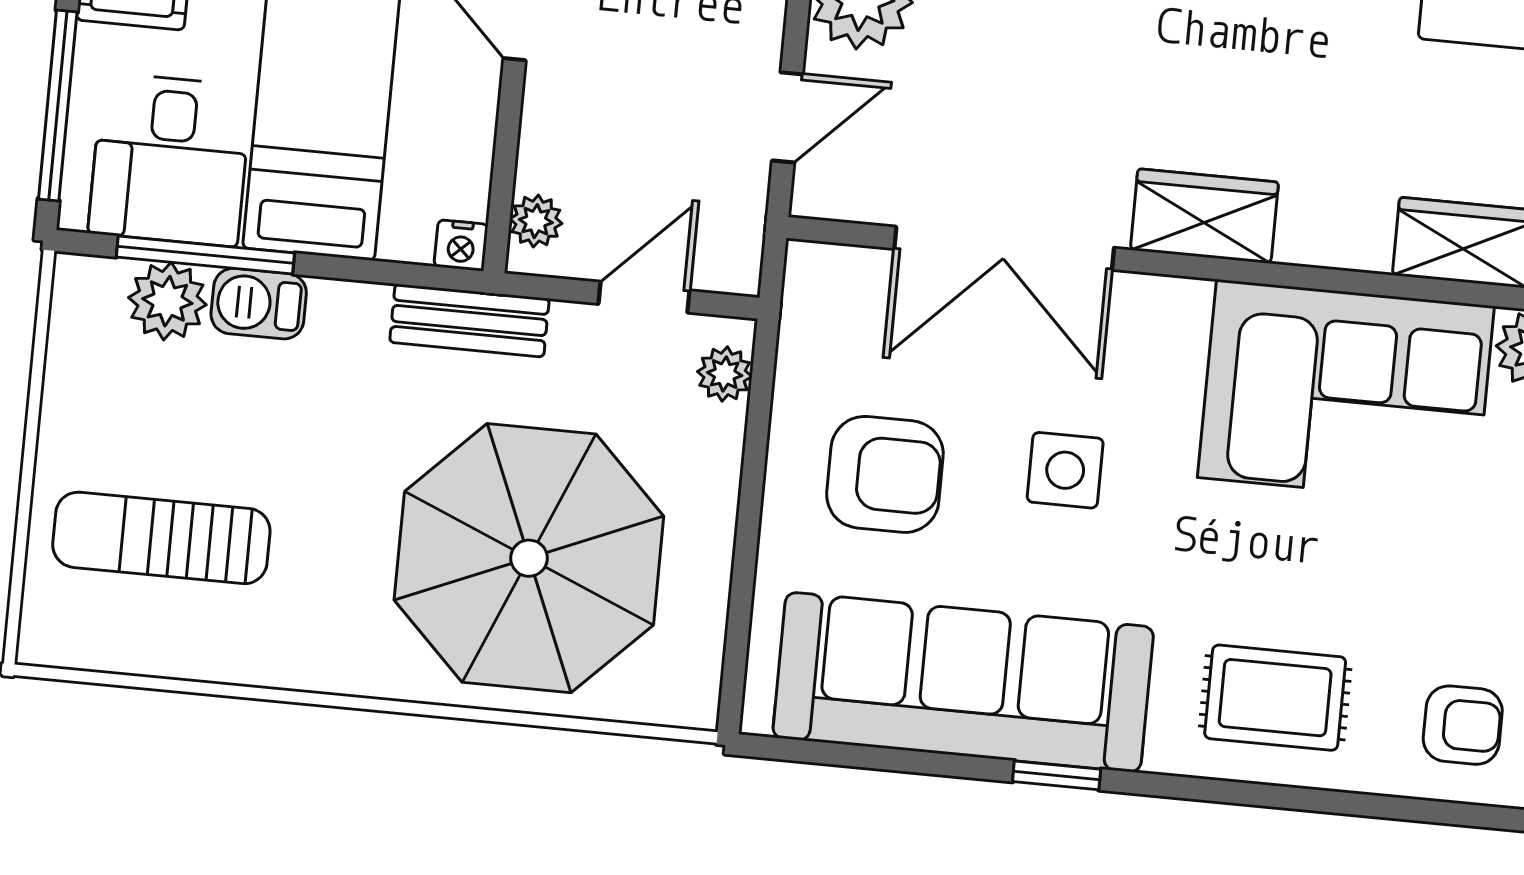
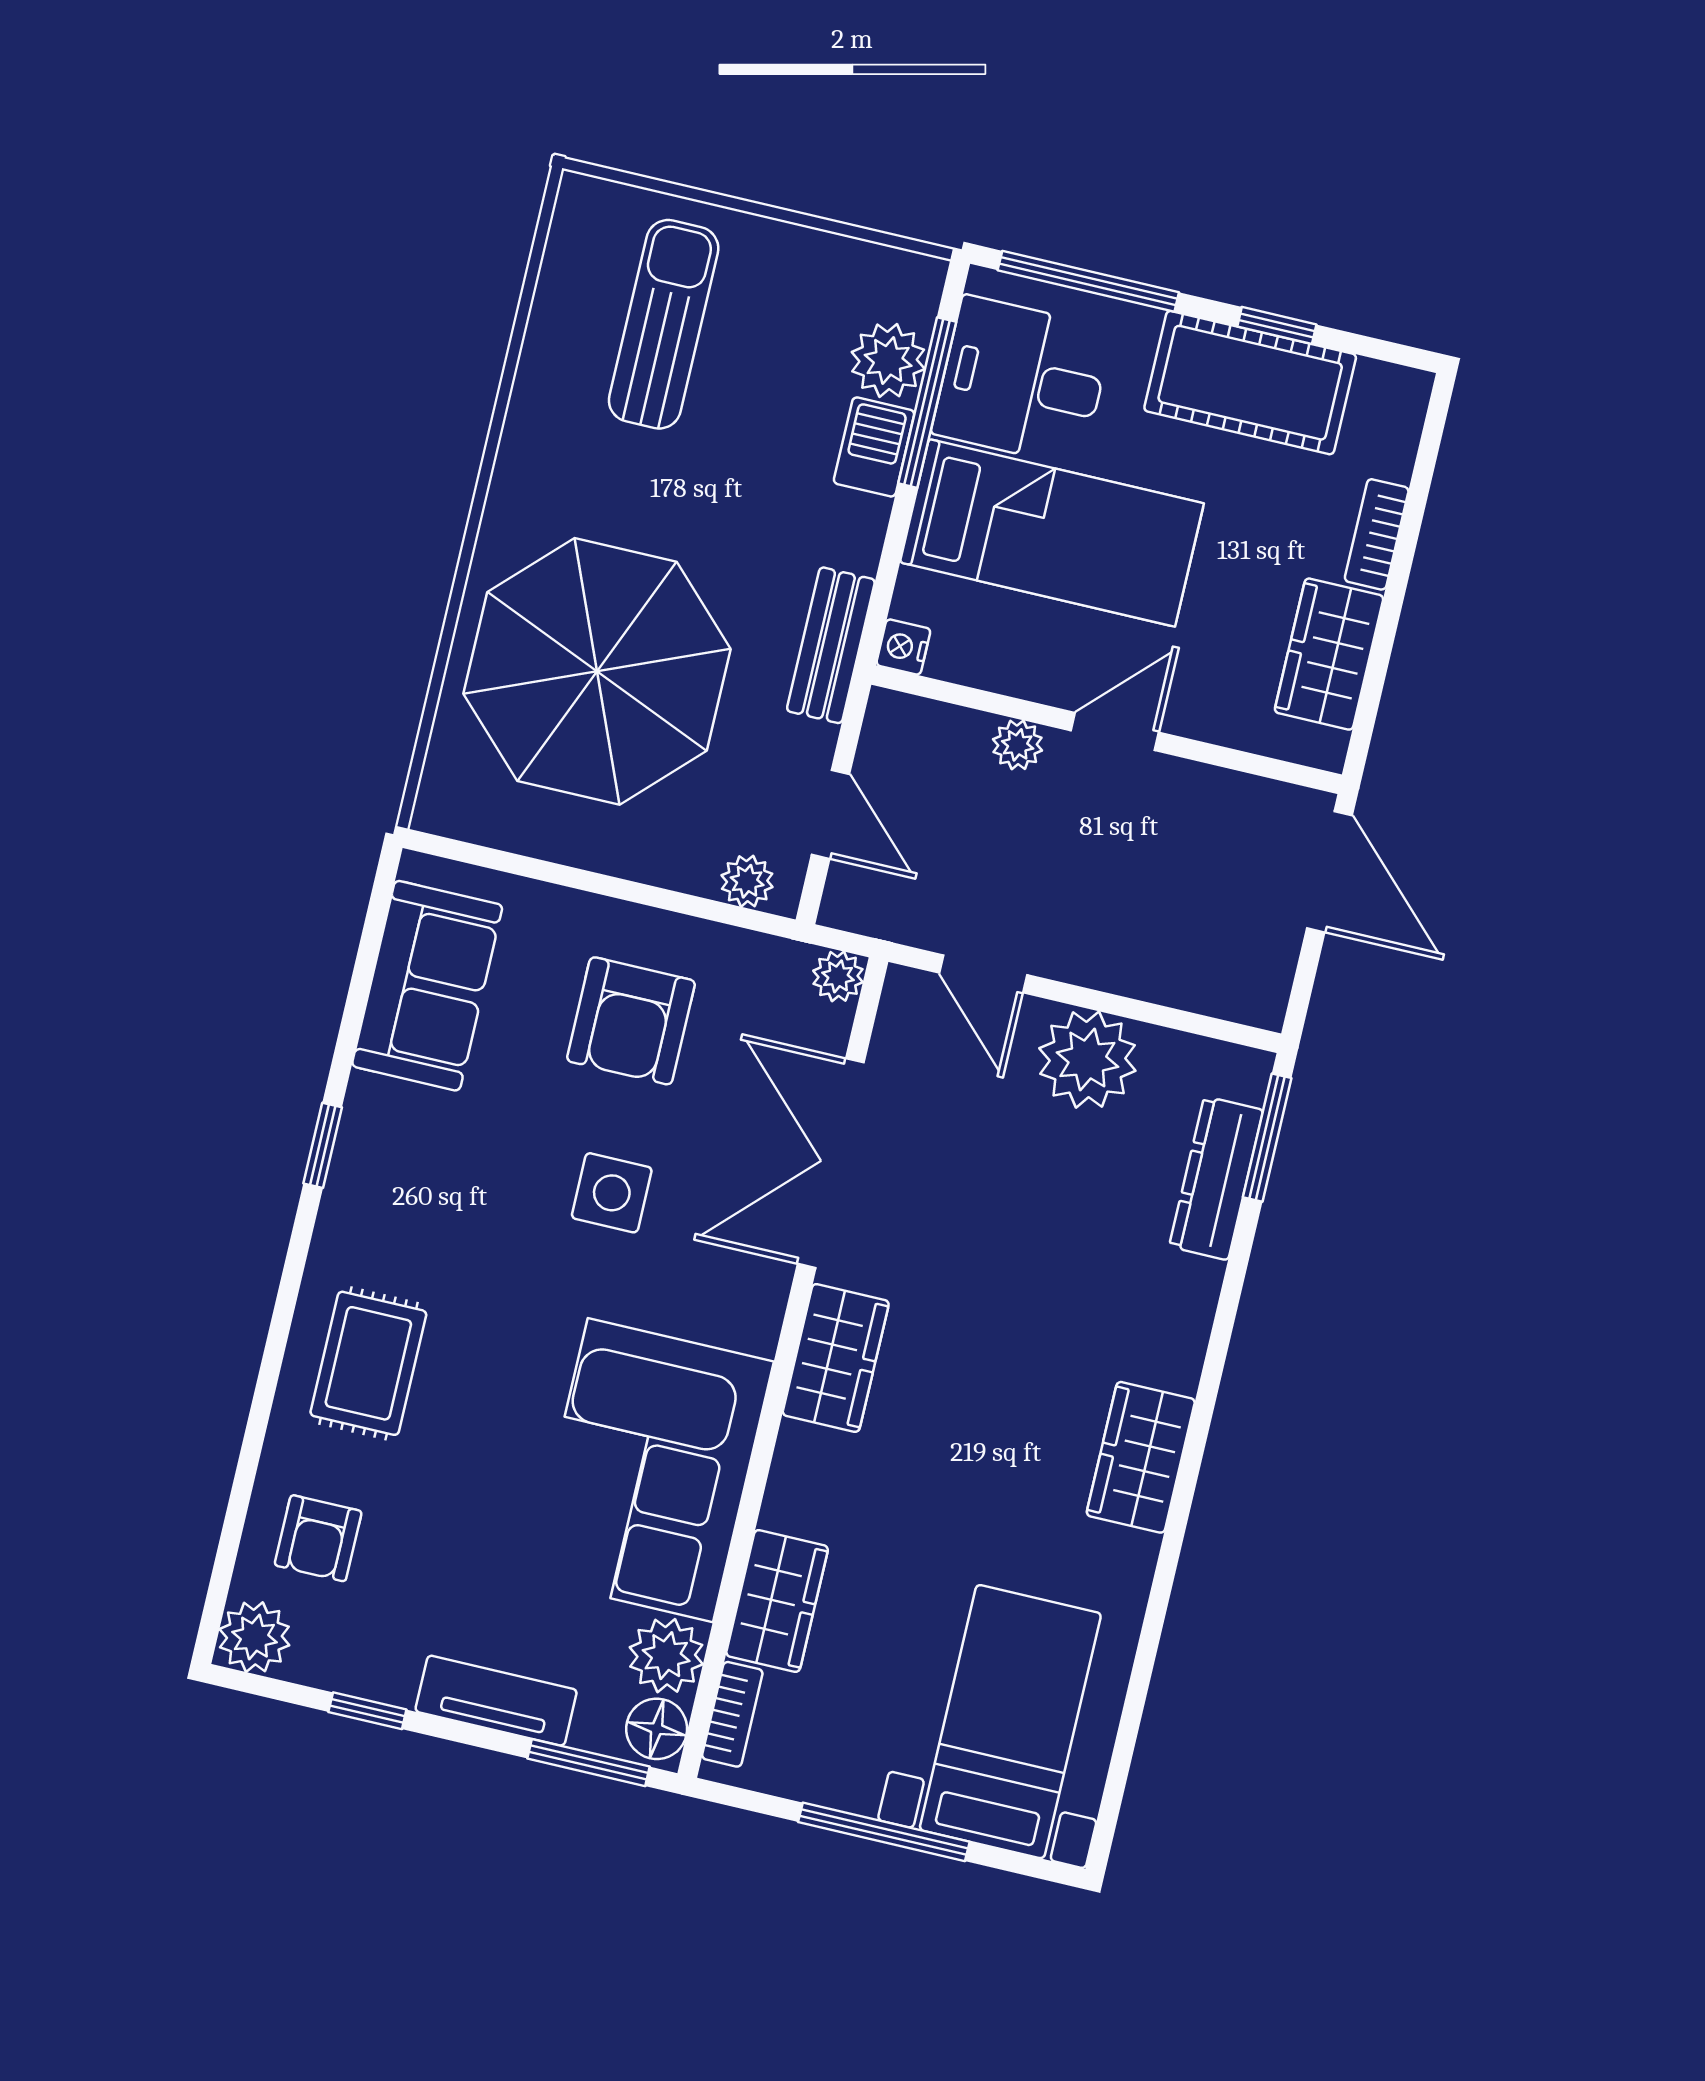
plant: (536, 221) -> (1018, 745), moved
plant: (810, 267) -> (838, 976), added
sofa: (963, 682) -> (427, 986), width x0.54, depth x0.79

